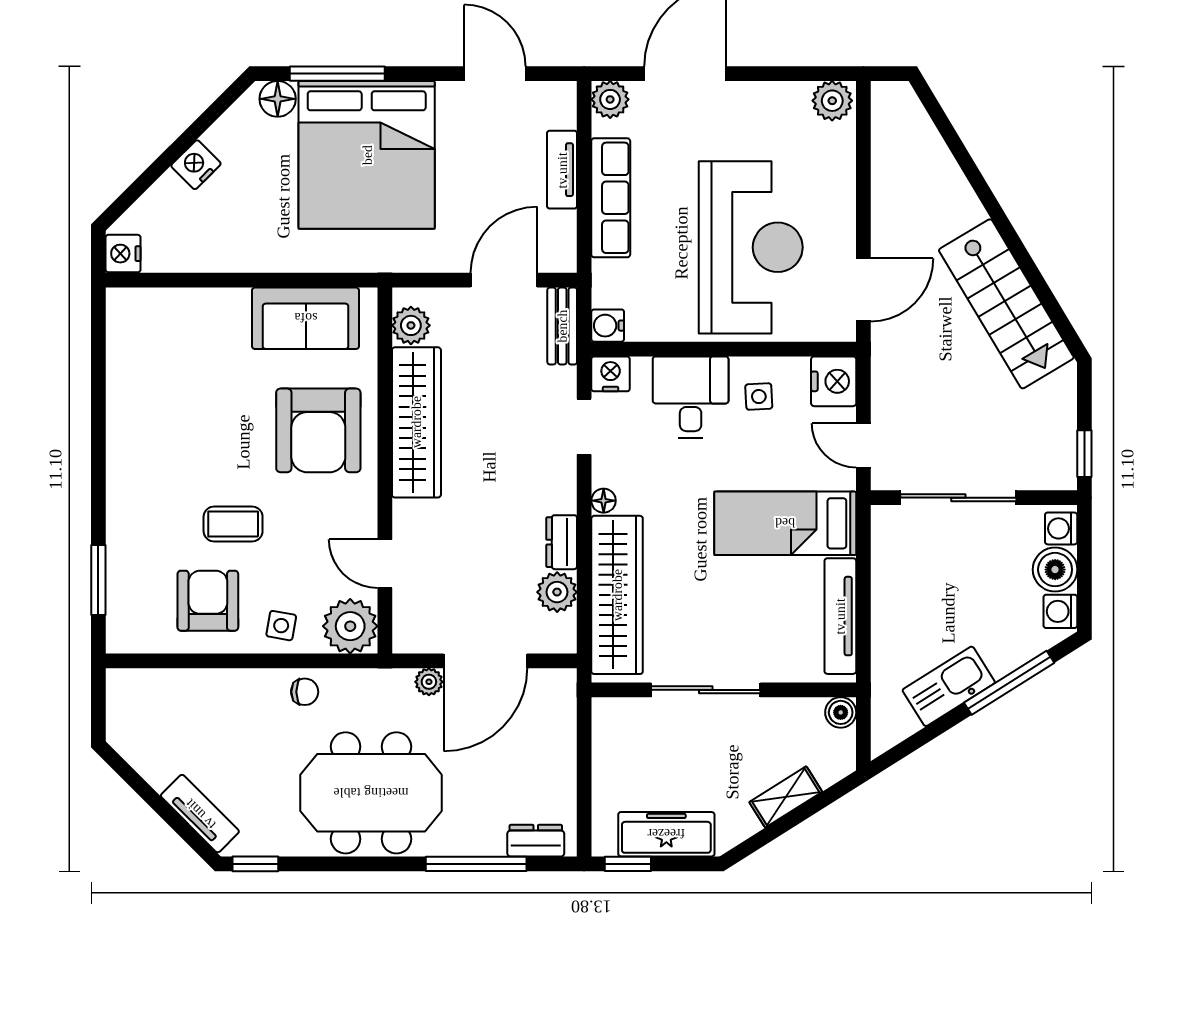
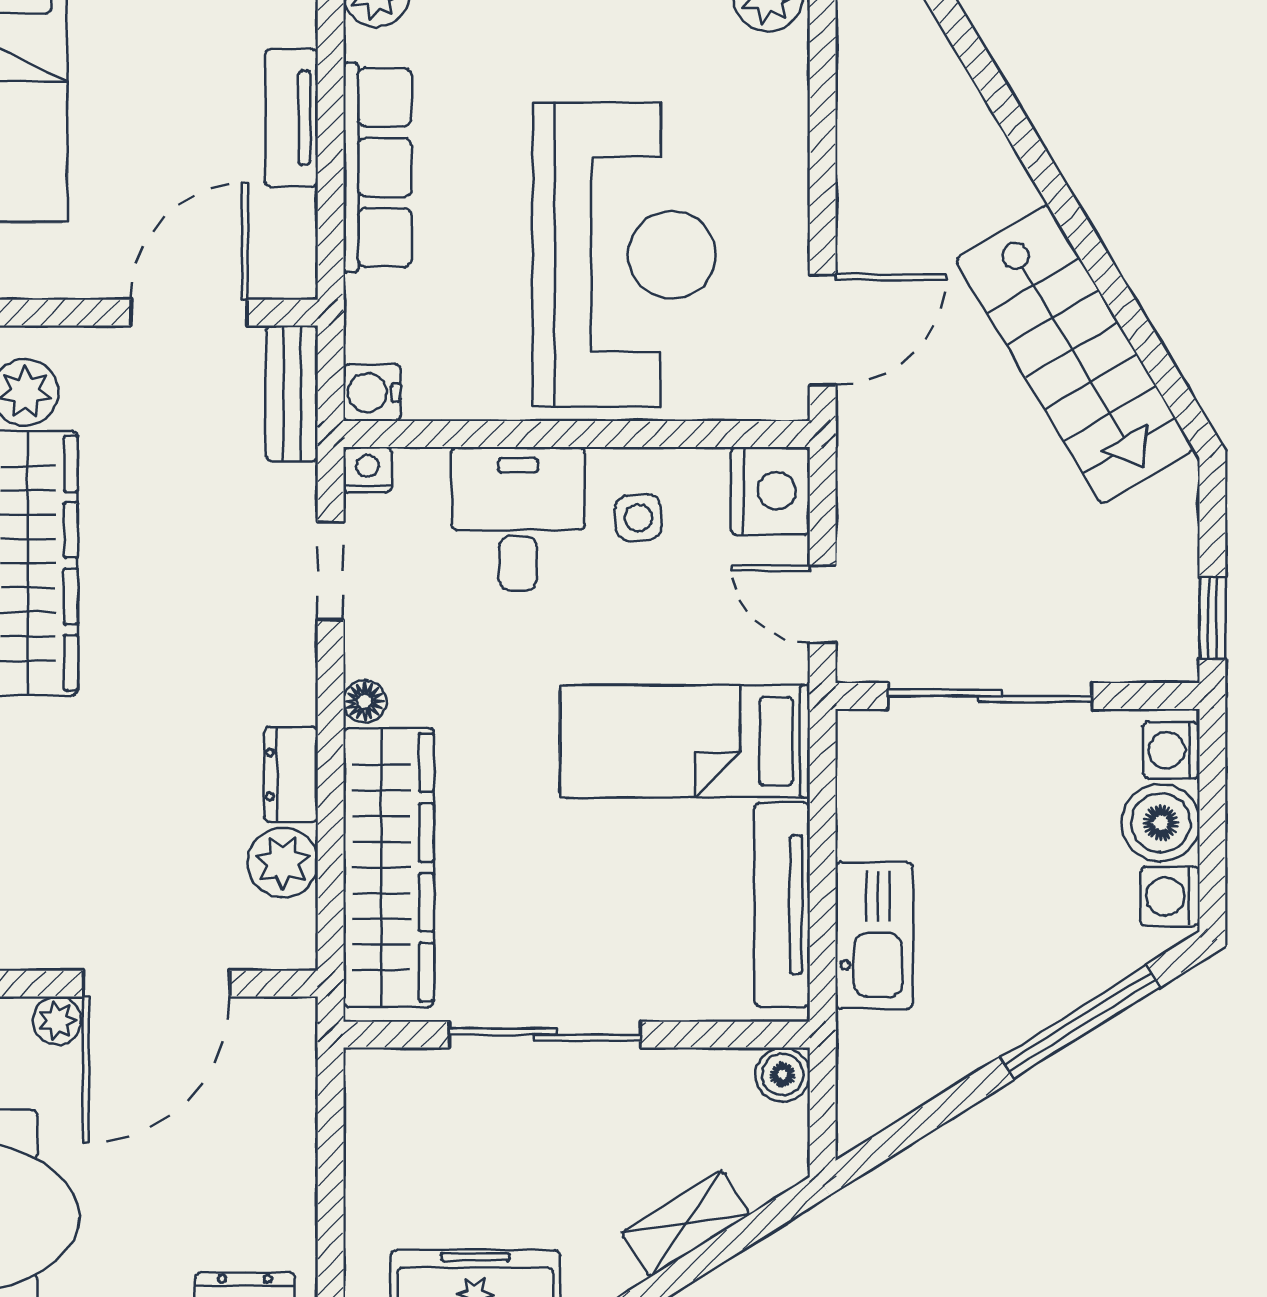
nightstand: (611, 374) -> (368, 470), width x0.72, depth x0.74
kitchen sink: (949, 686) -> (874, 936), moved, turned 122

